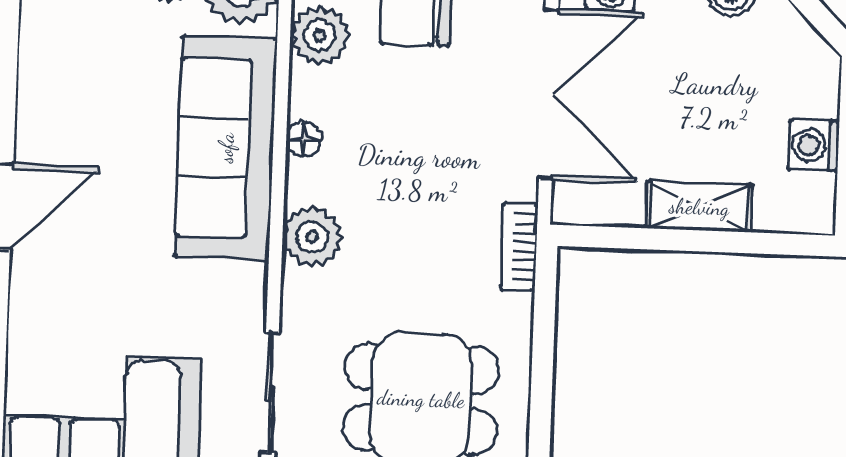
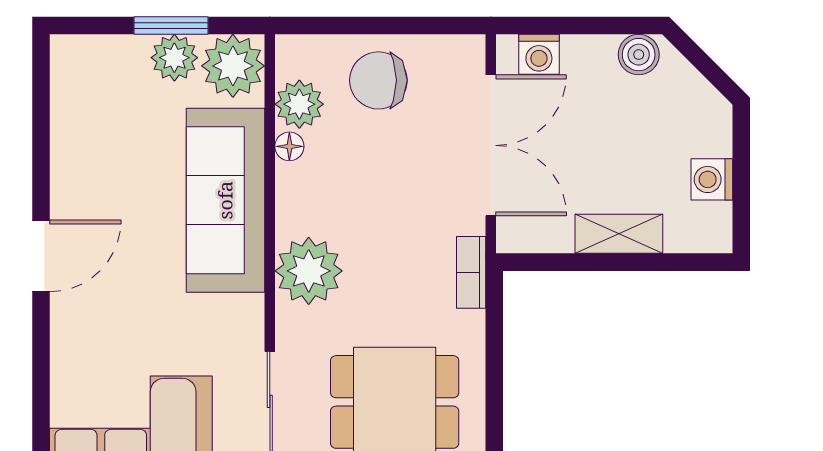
floor lamp: (304, 139) -> (289, 146), moved
plant: (312, 237) -> (309, 271), width x1.36, depth x1.36

